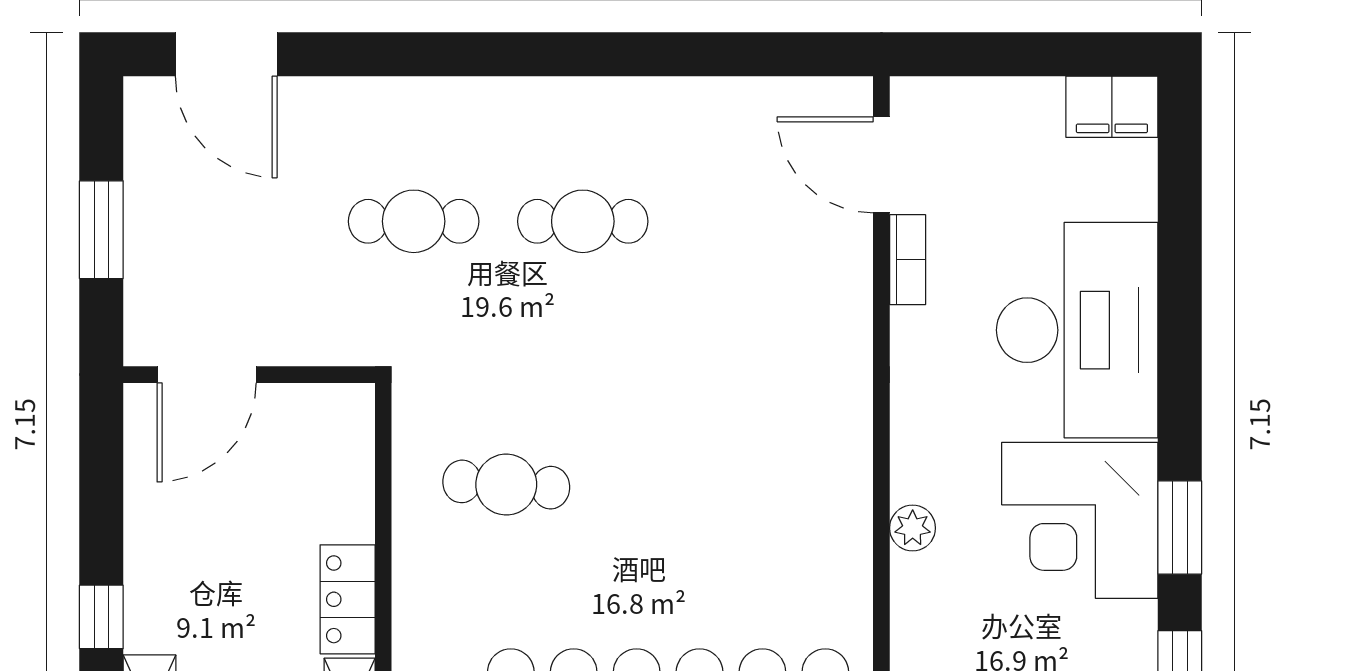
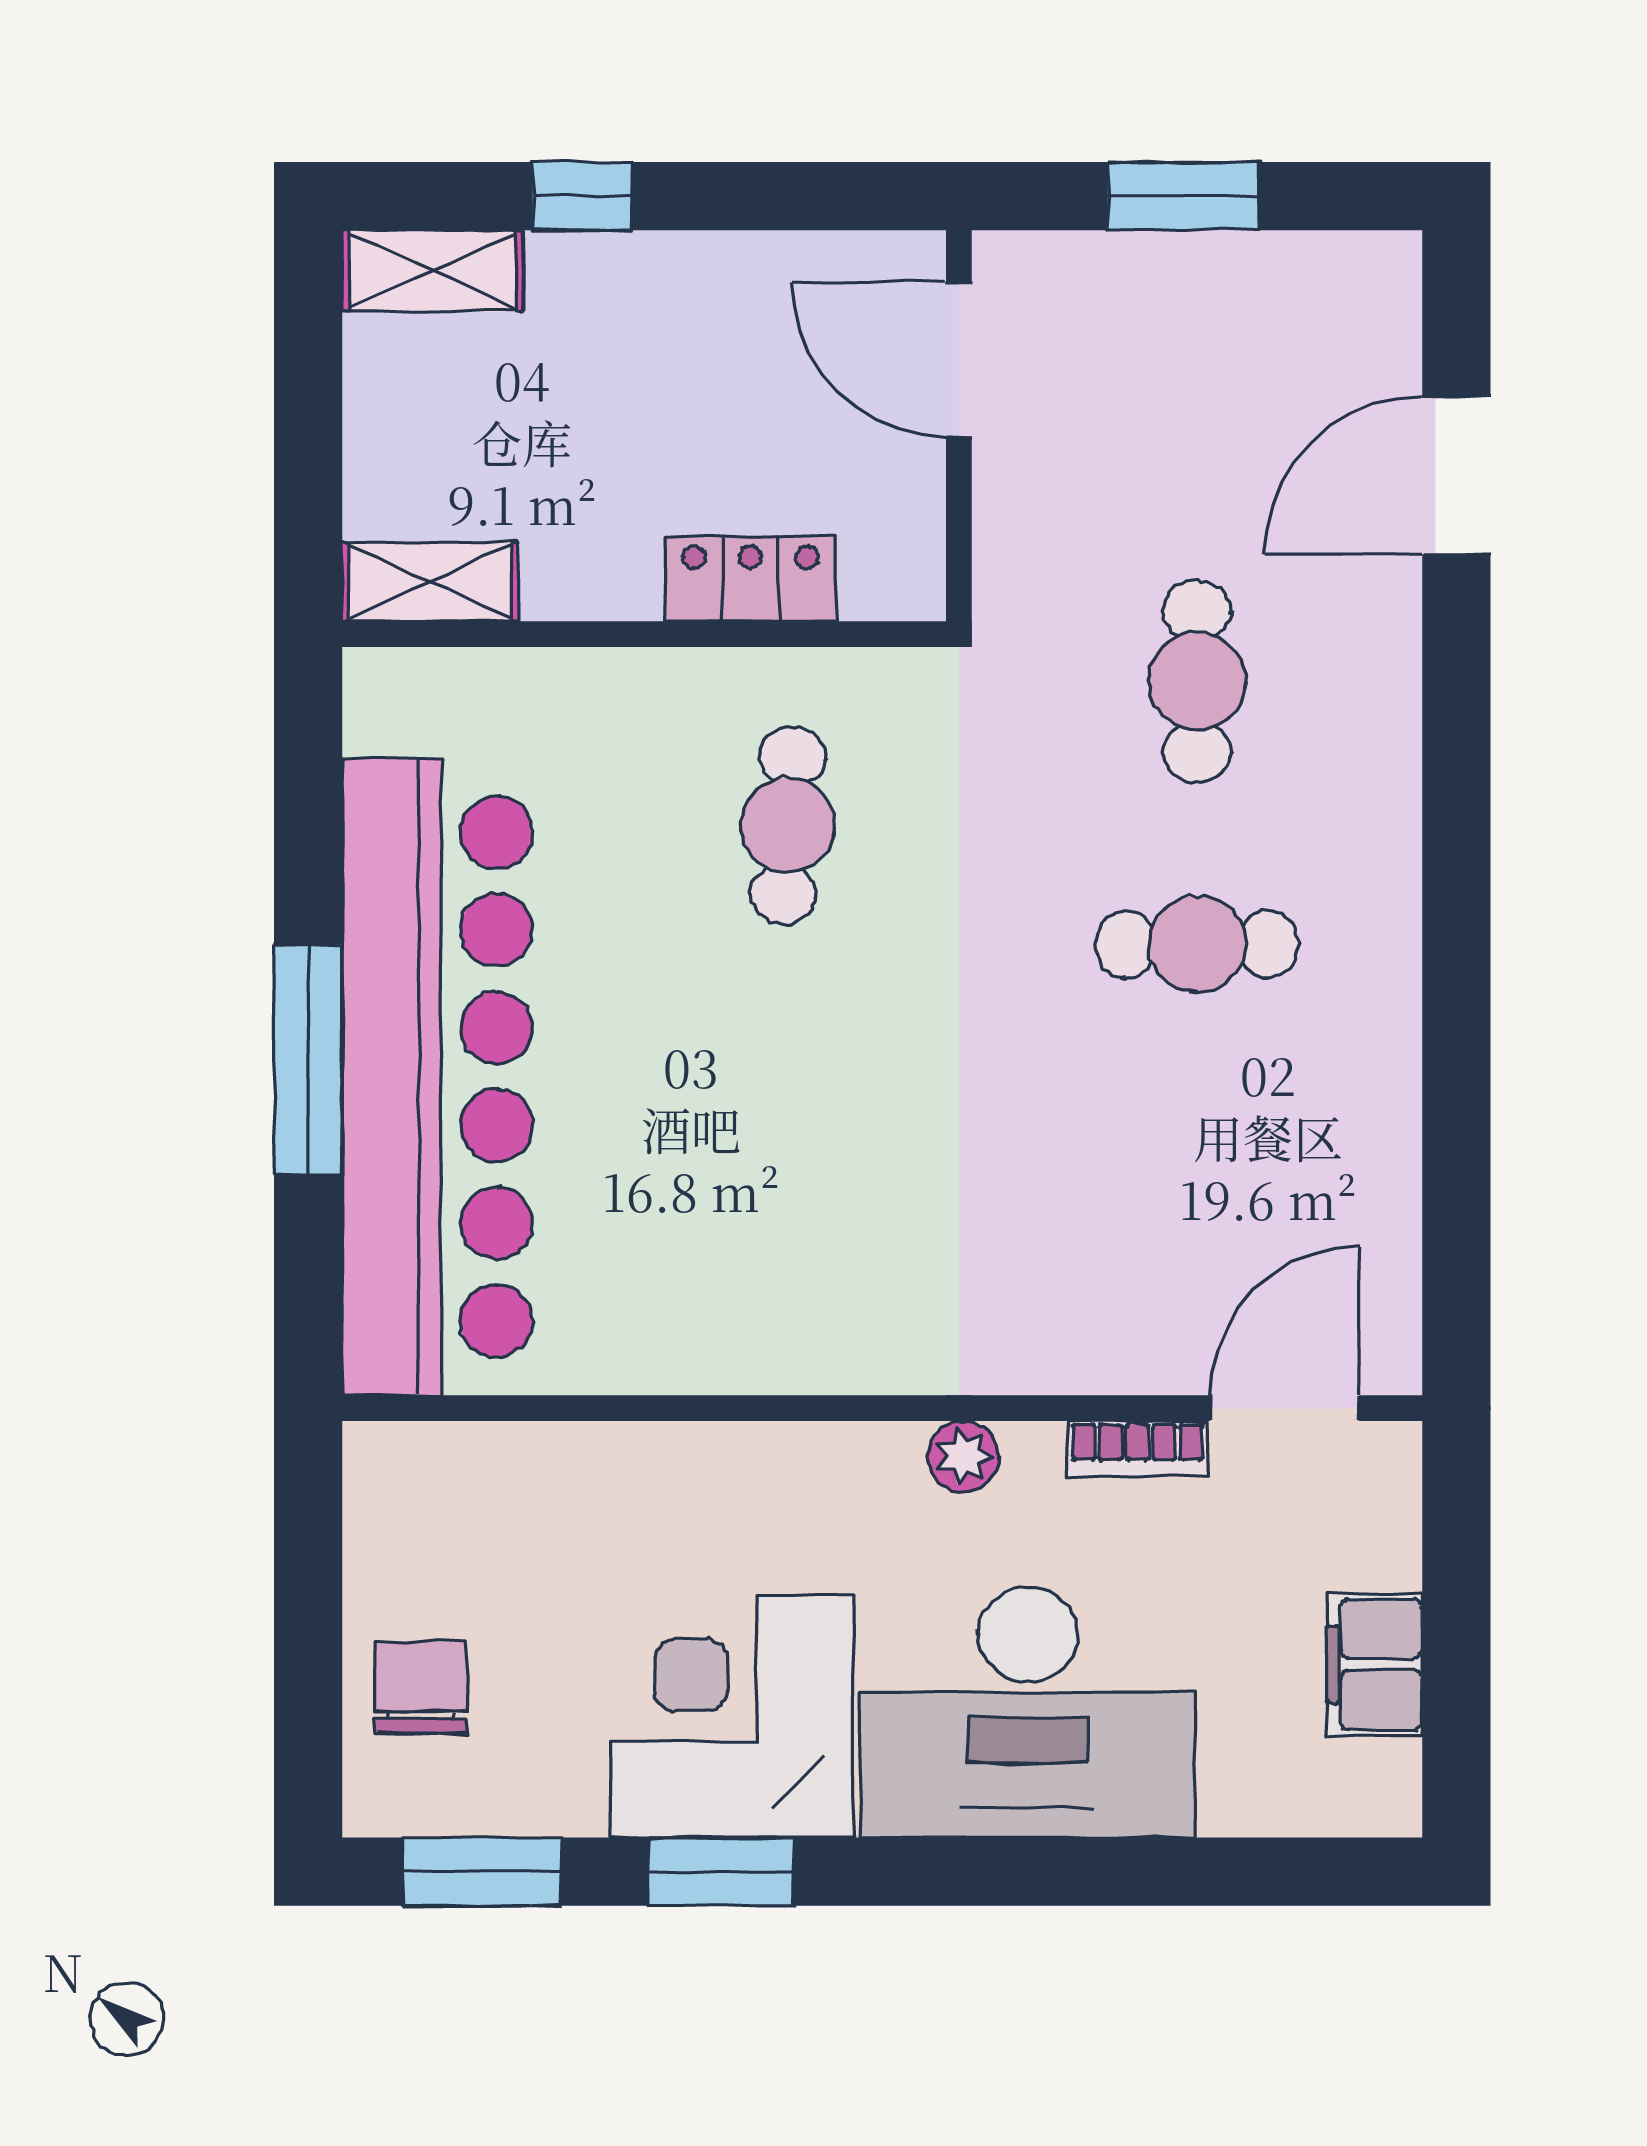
door: (226, 54) -> (1456, 475), moved
filing cabinet: (1112, 107) -> (1375, 1664), moved
cafe table: (583, 221) -> (1197, 944), turned 90
plant: (913, 528) -> (964, 1457), moved
locker: (348, 599) -> (750, 579), moved

